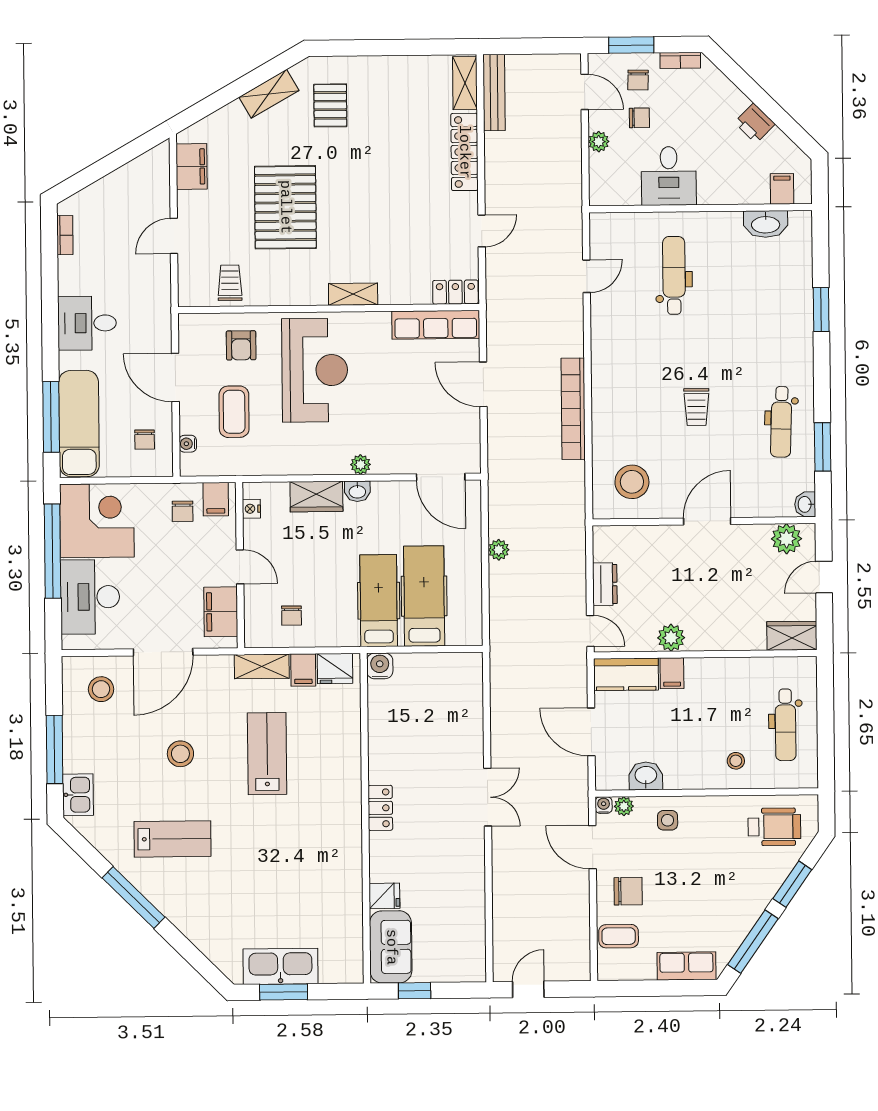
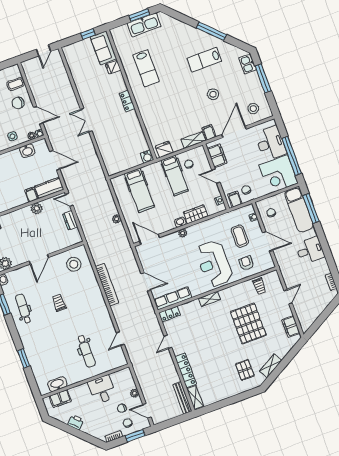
filing cabinet: (782, 189) -> (60, 399), width x2.00
hospital bed: (379, 601) -> (175, 176), moved
filing cabinet: (303, 670) -> (209, 132), moved
lab bench: (267, 754) -> (146, 68), moved

